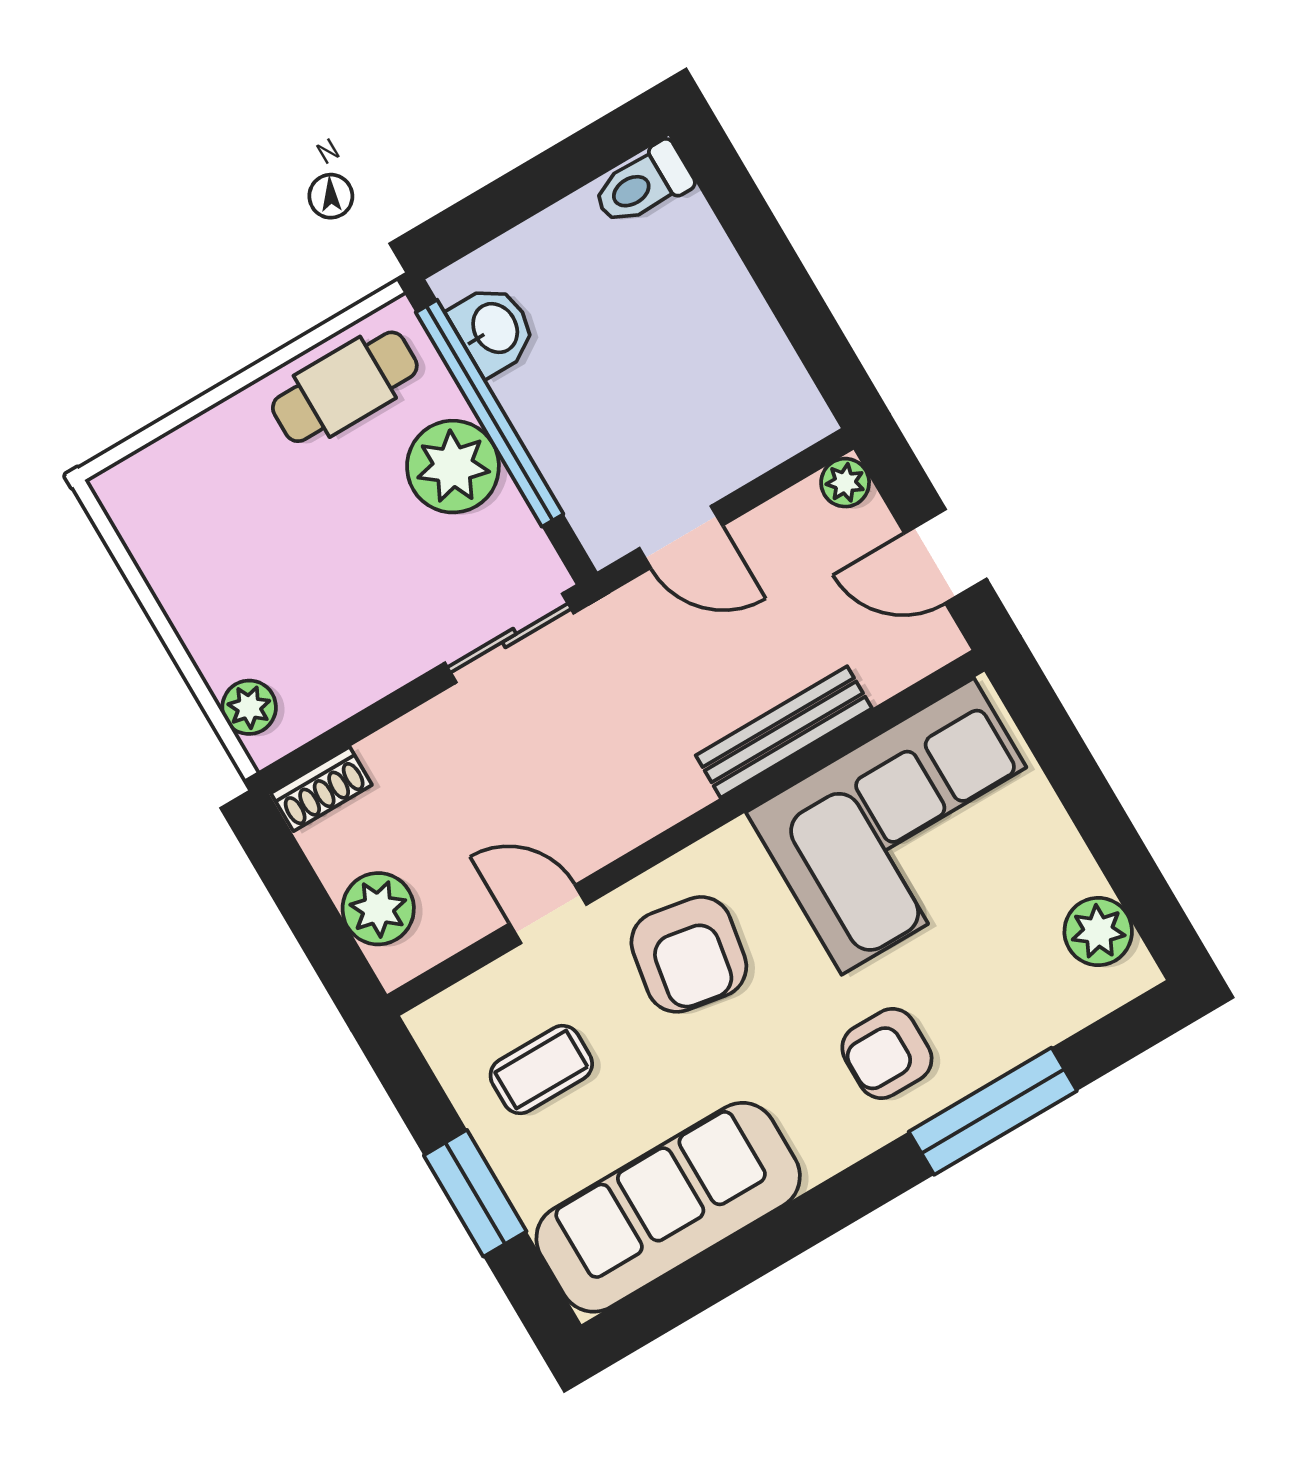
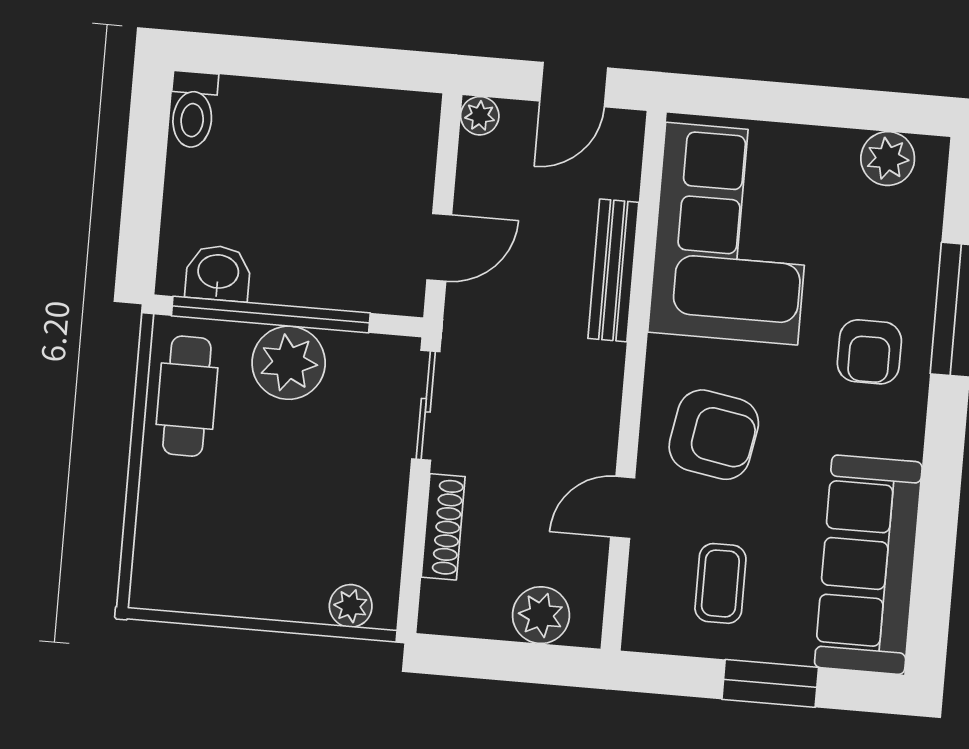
shoe rack: (321, 789) -> (443, 527), moved, width x1.43

